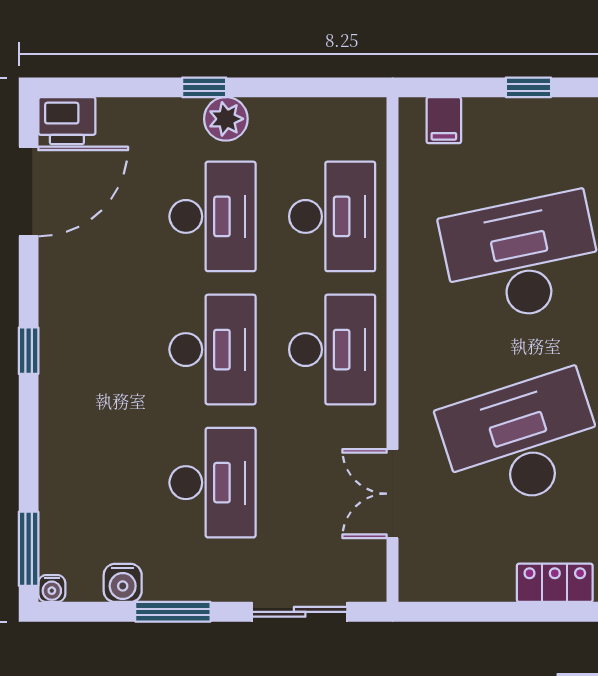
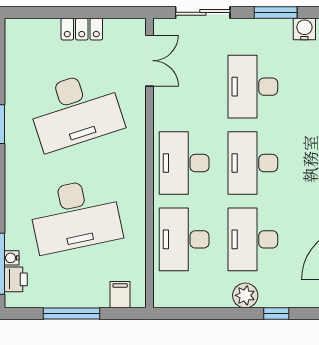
window: (204, 87) -> (276, 314), moved
window: (528, 87) -> (71, 314), width x2.17
double door: (393, 494) -> (149, 61), moved
locker: (555, 583) -> (82, 29), moved

